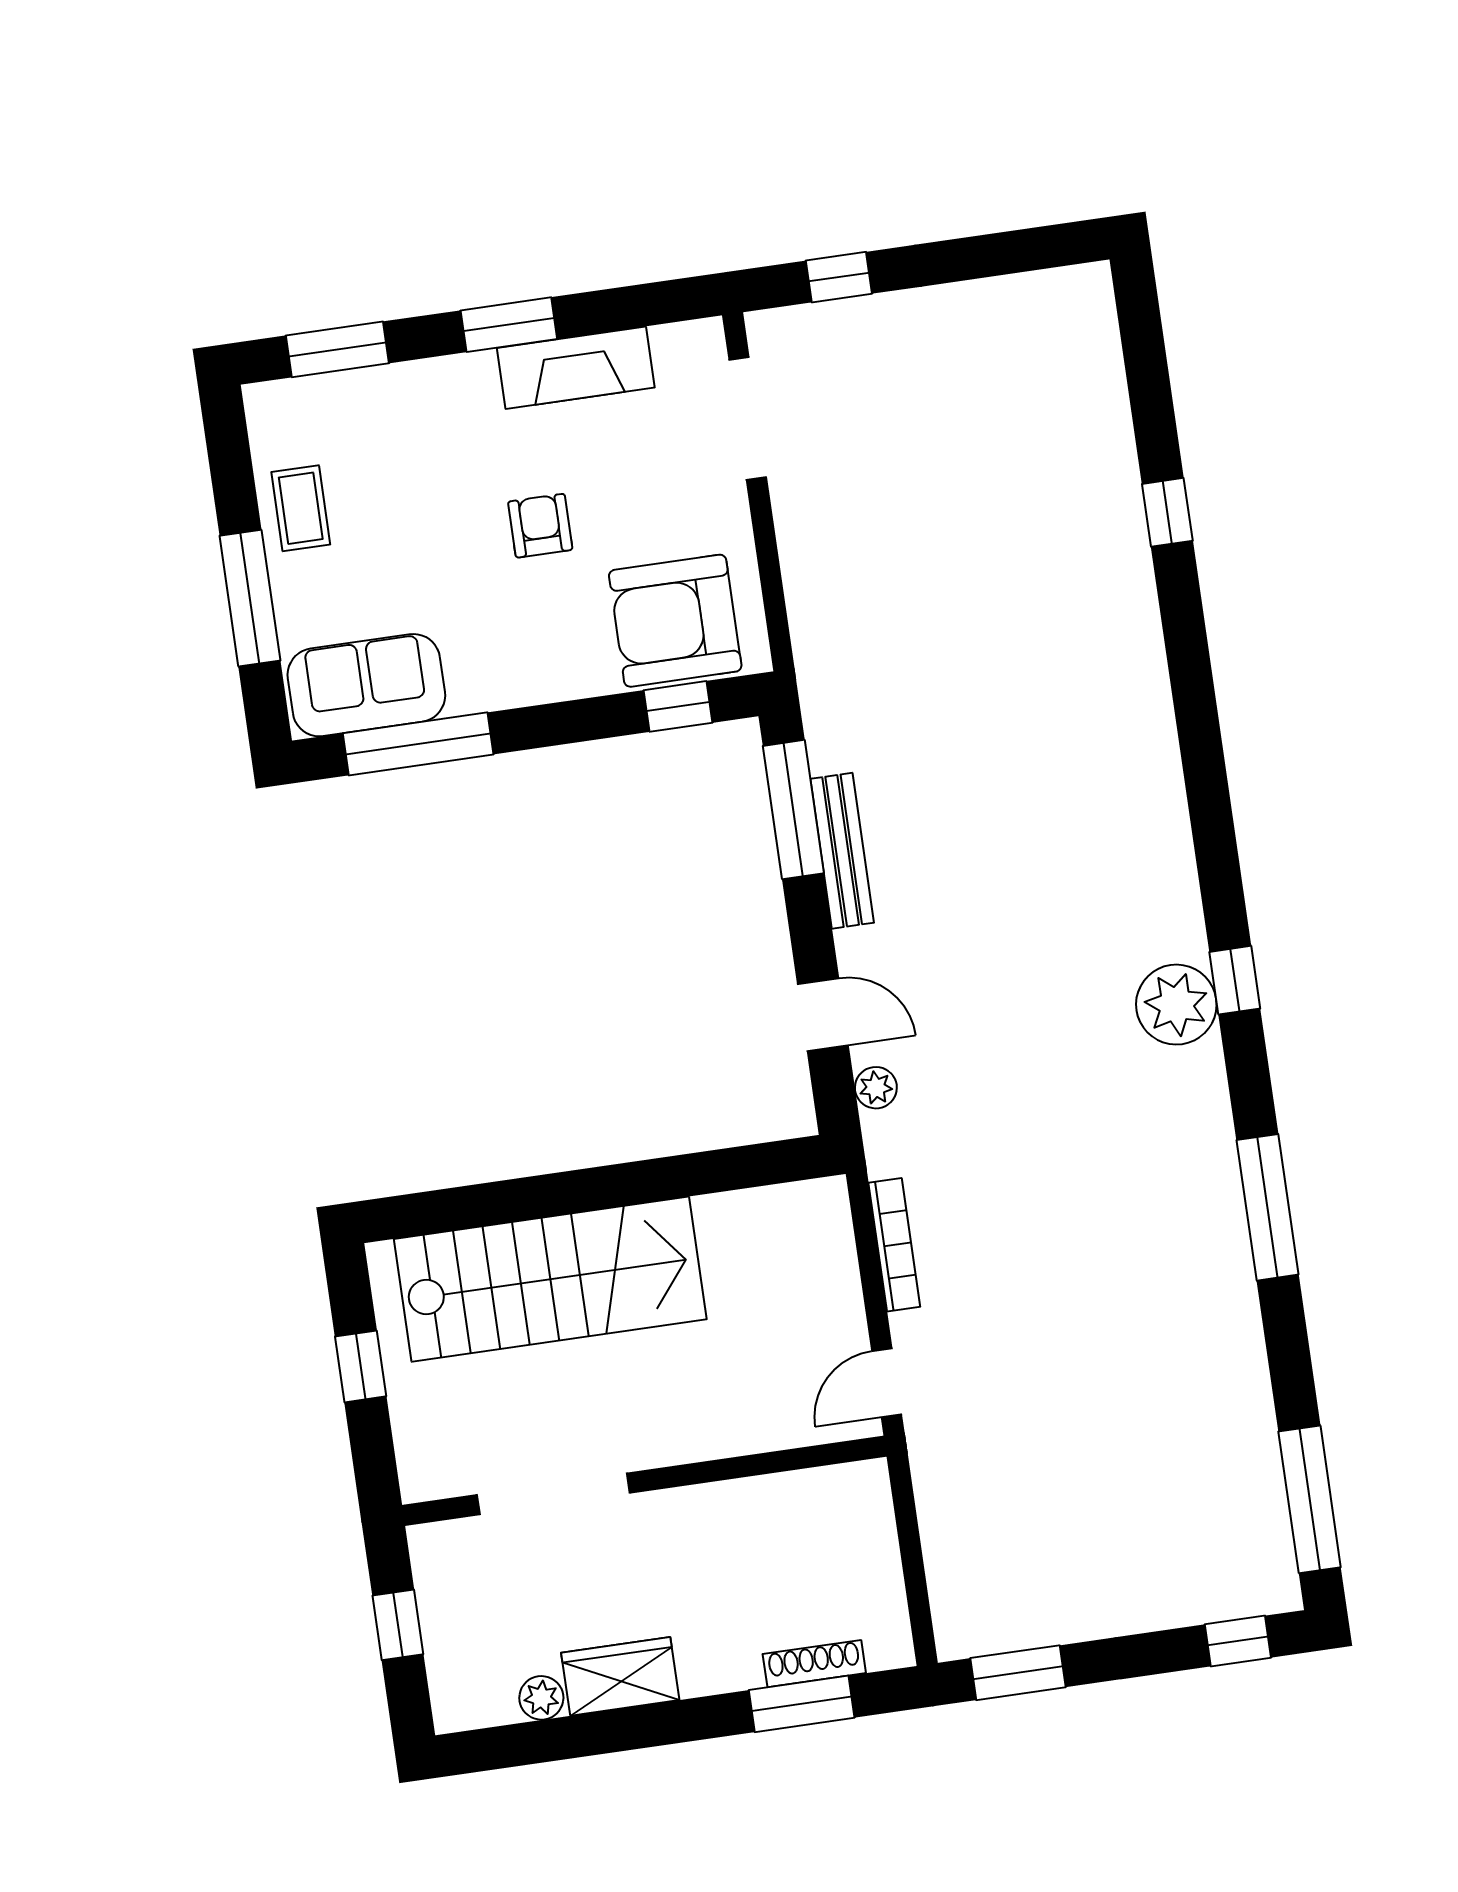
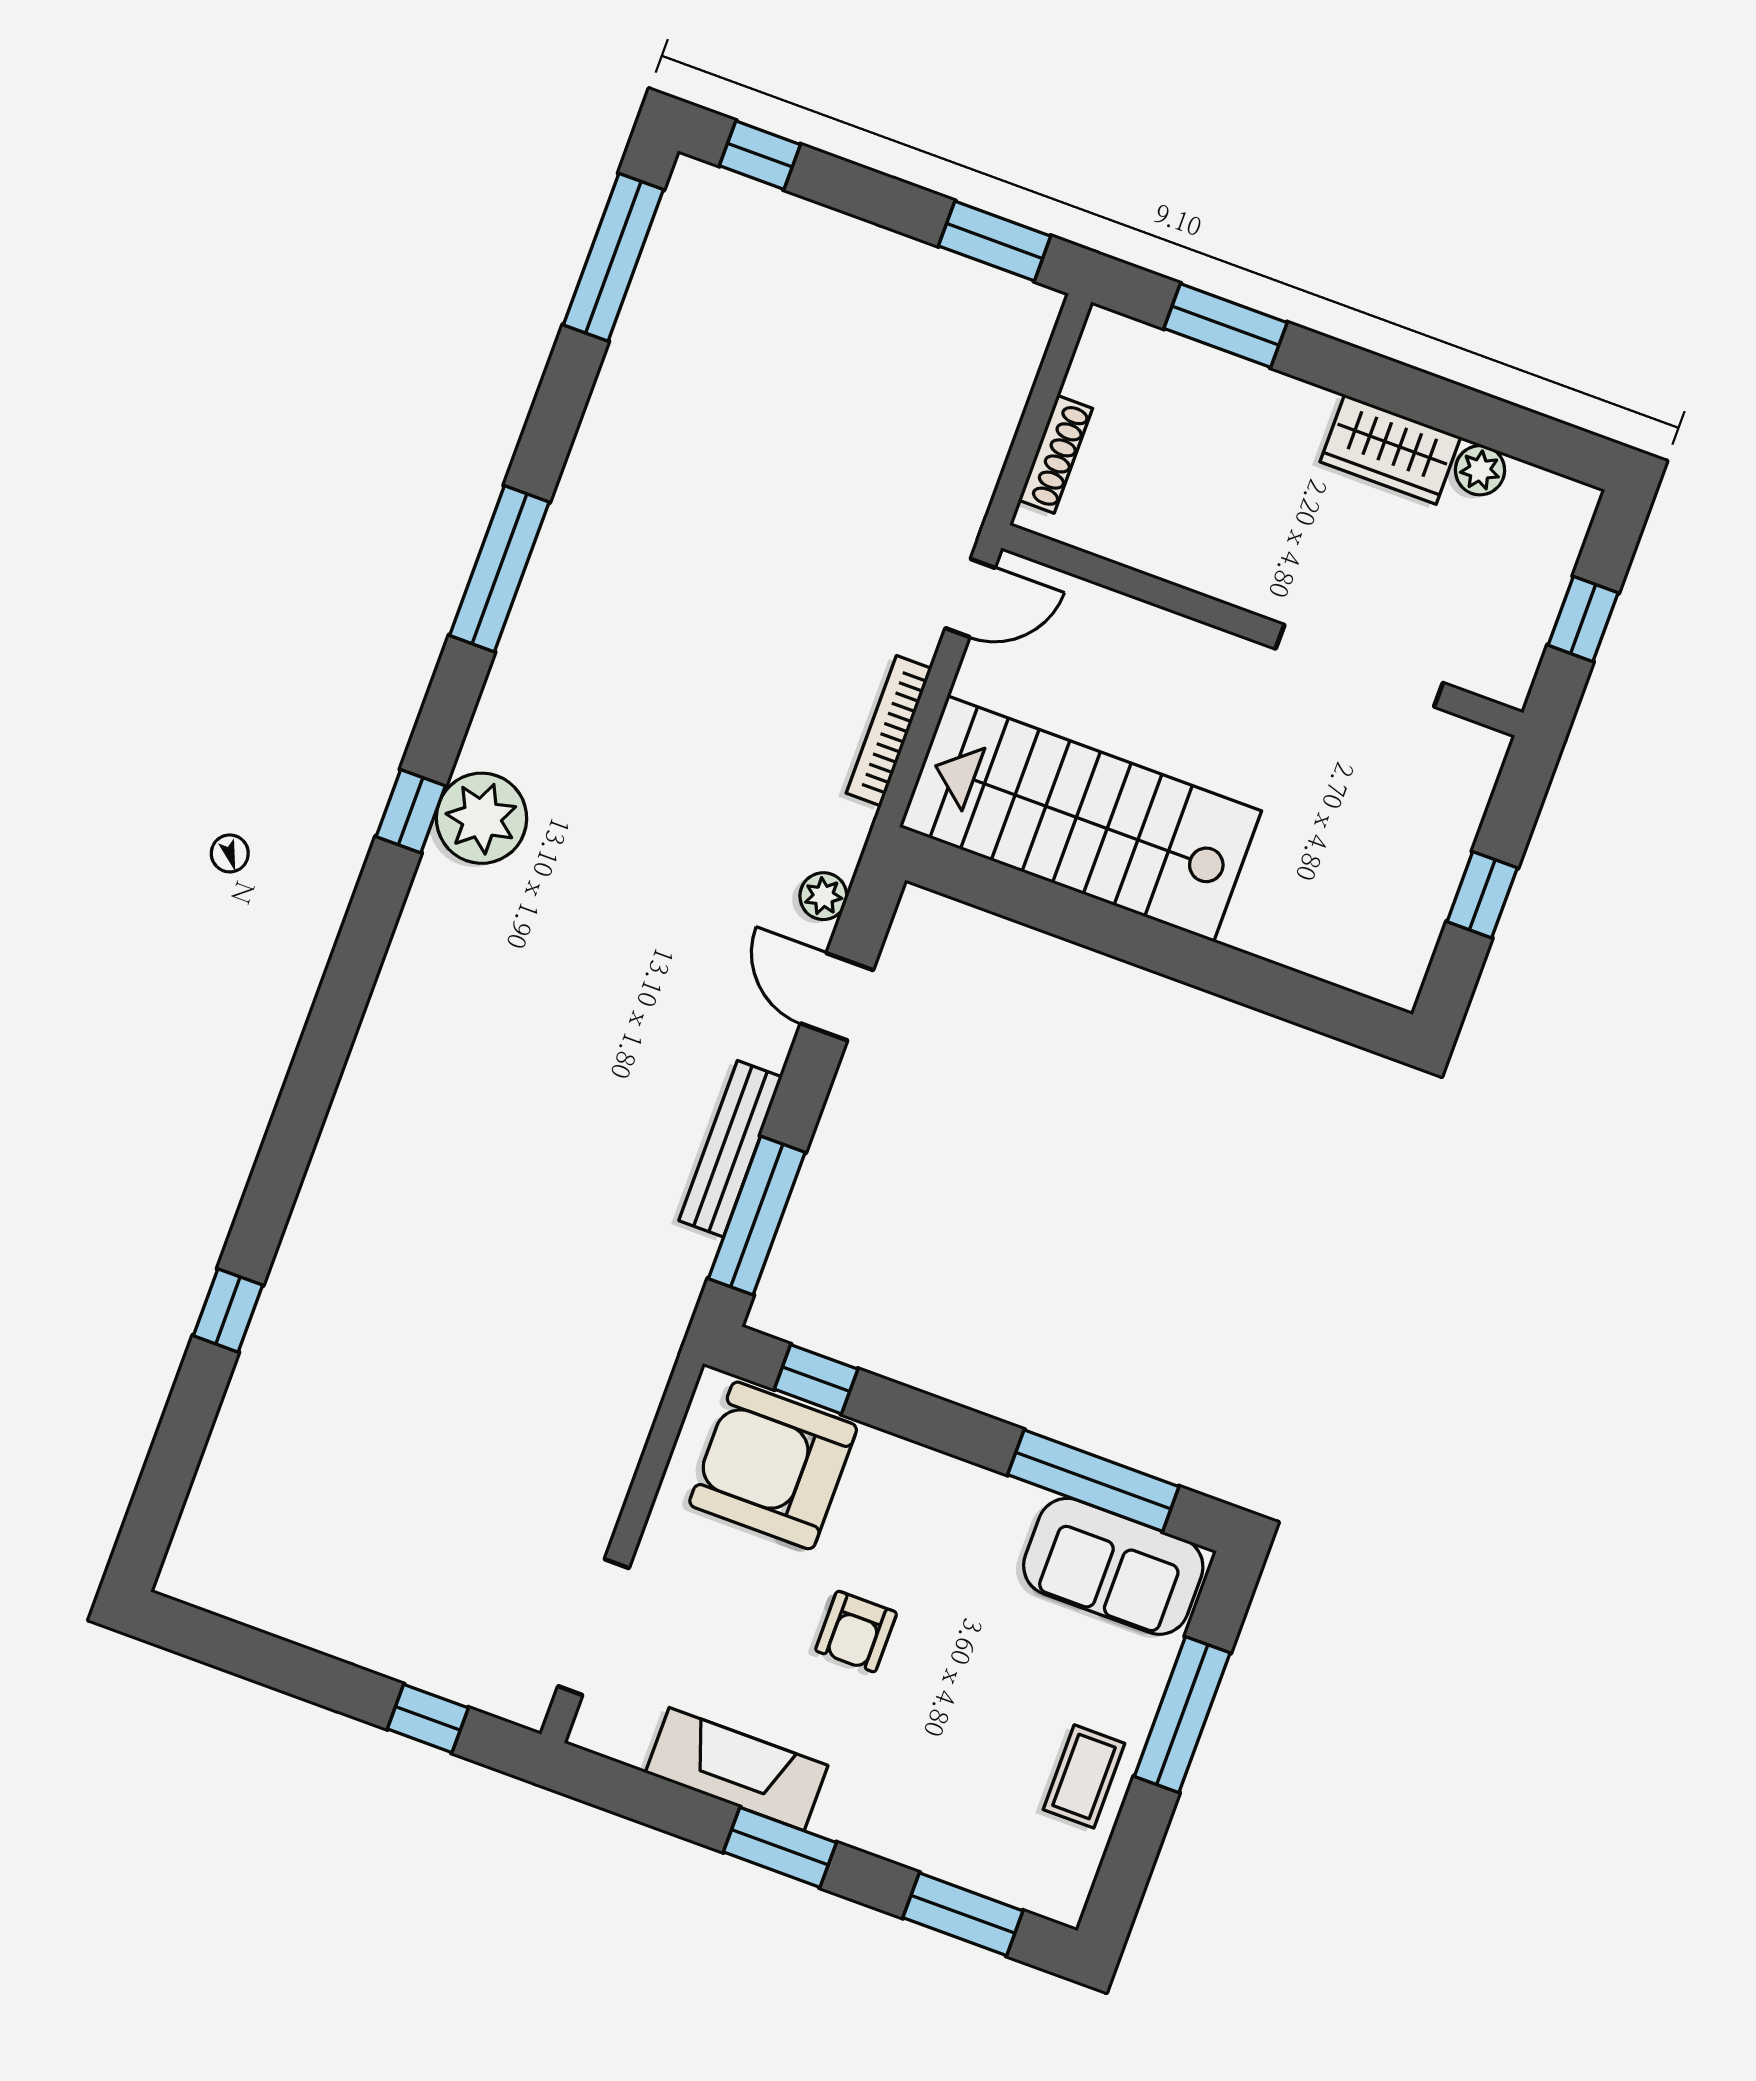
armchair: (675, 621) -> (773, 1465), turned 180
stairs: (550, 1279) -> (1080, 819), moved
shoe rack: (814, 1664) -> (1056, 454), moved, turned -90

